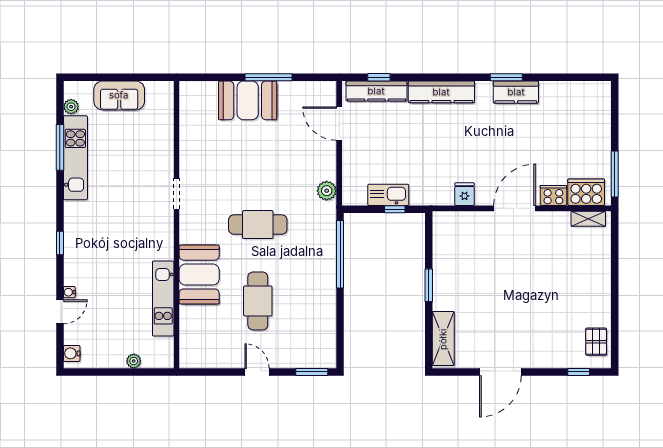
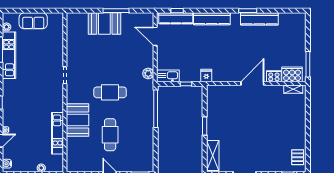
kitchen counter: (516, 92) -> (259, 19), width x1.50
fridge: (465, 194) -> (206, 75), moved
kitchen sink: (388, 195) -> (168, 76), moved

